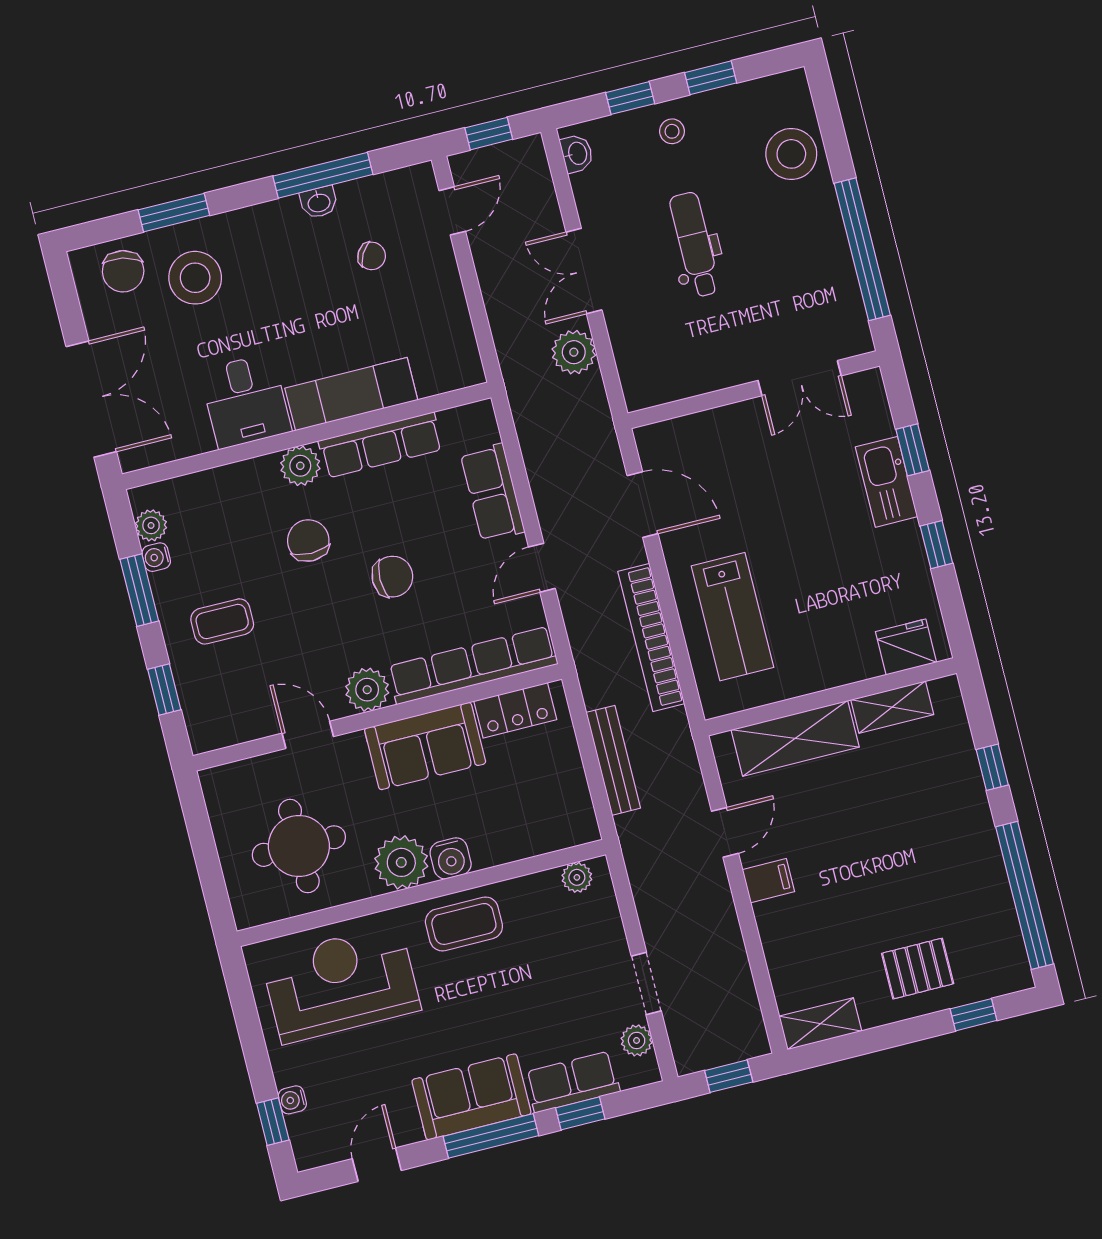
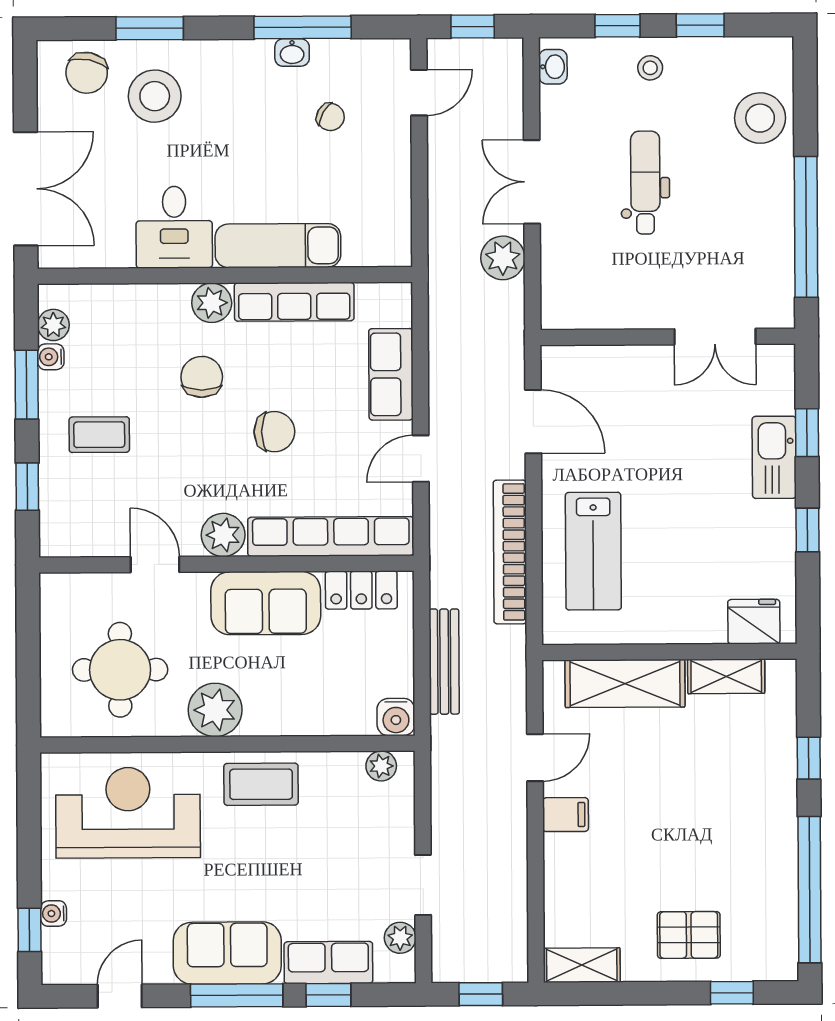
water cooler: (451, 858) -> (396, 717), moved

